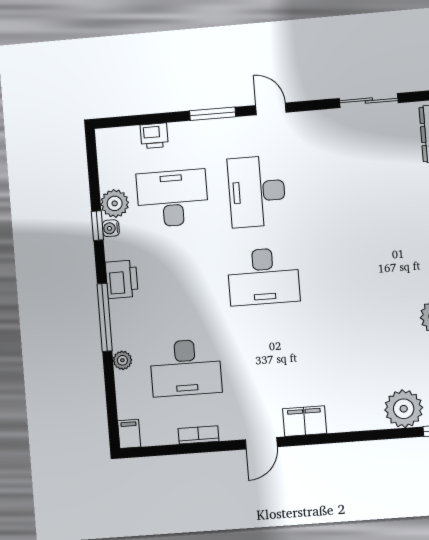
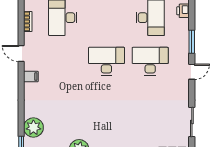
desk: (263, 276) -> (106, 61), turned 90
filing cabinet: (305, 421) -> (31, 77), width x0.50

